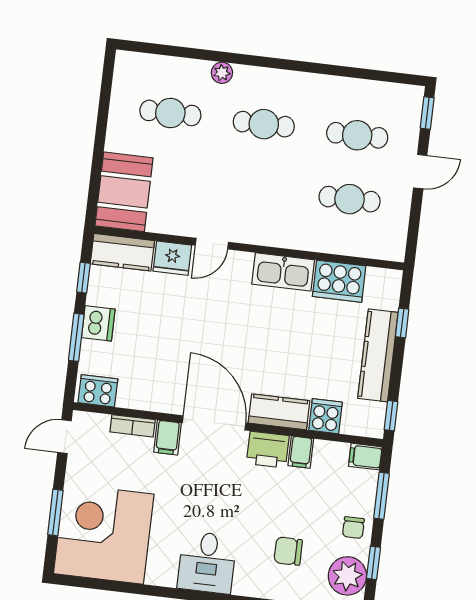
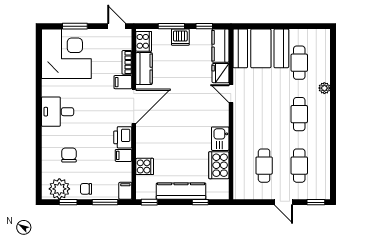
booth: (124, 192) -> (261, 48), width x1.36, depth x1.42
kitchen sink: (283, 272) -> (220, 139), width x0.73
kitchen counter: (279, 412) -> (144, 69), moved

